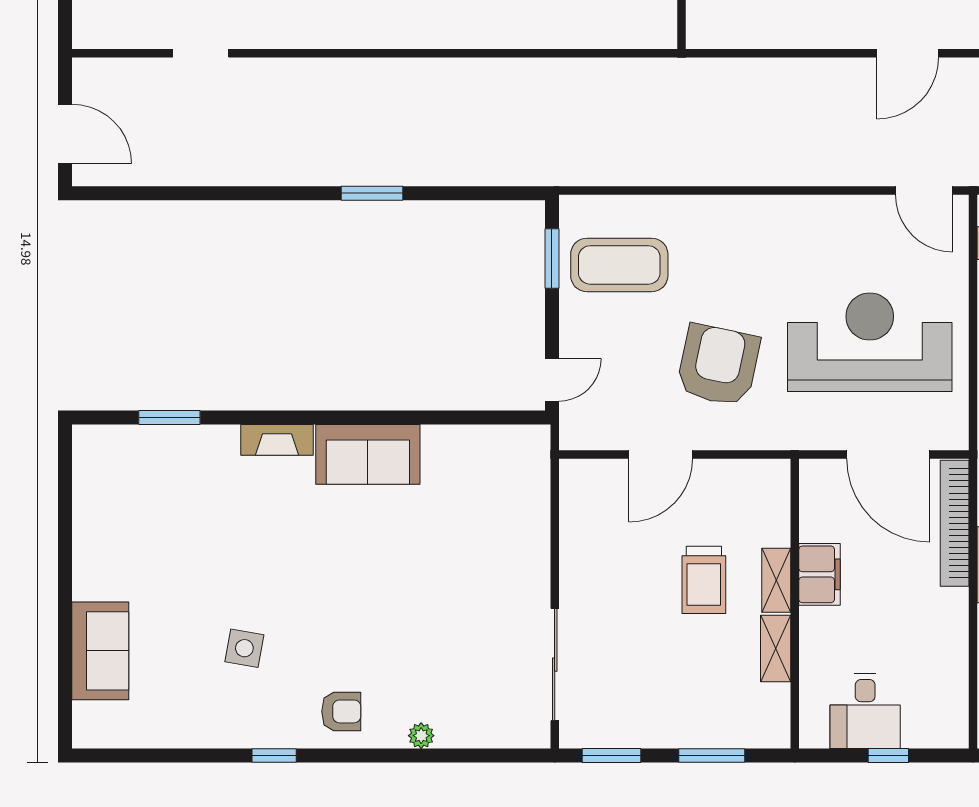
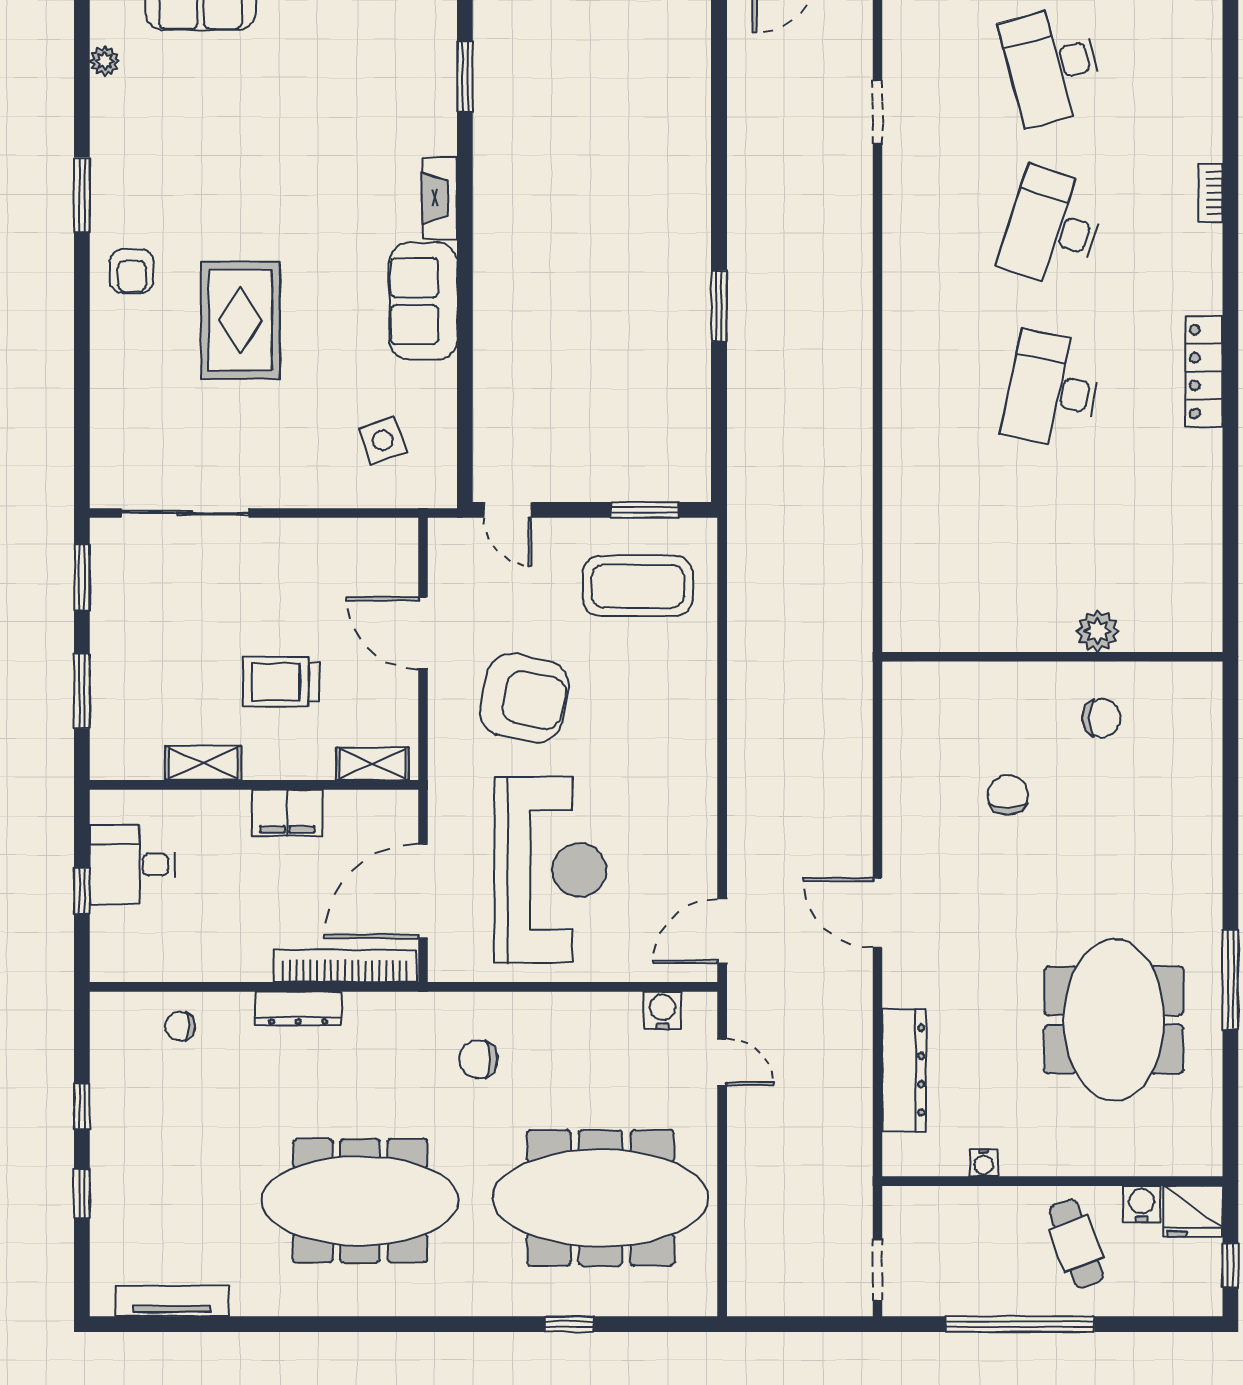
coffee table: (619, 265) -> (638, 586), turned 90
shelving: (776, 580) -> (372, 764), moved
rug: (385, 616) -> (240, 320), added
side table: (244, 648) -> (383, 440), moved, turned -30
plant: (421, 736) -> (104, 61), moved
window: (274, 756) -> (82, 195), width x1.50

